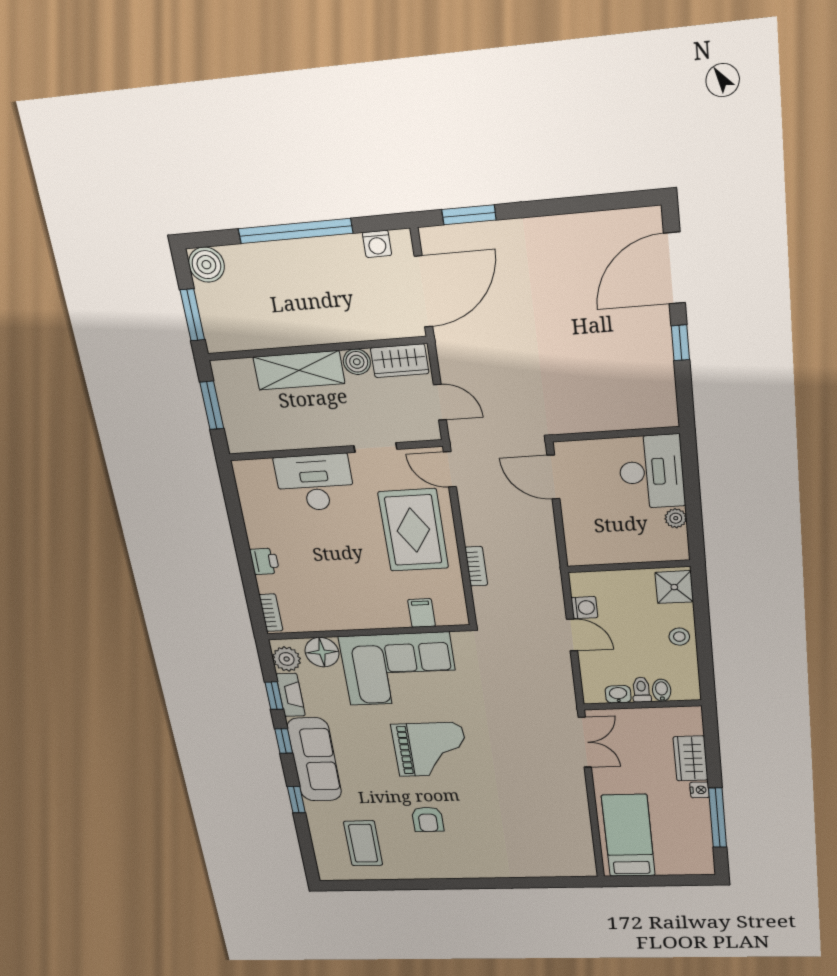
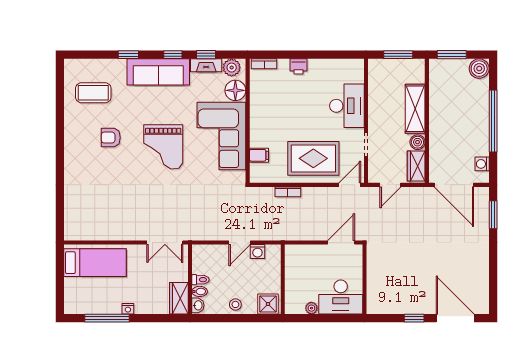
washbasin: (618, 694) -> (198, 305), moved
wardrobe: (691, 758) -> (179, 298), moved, turned -90

